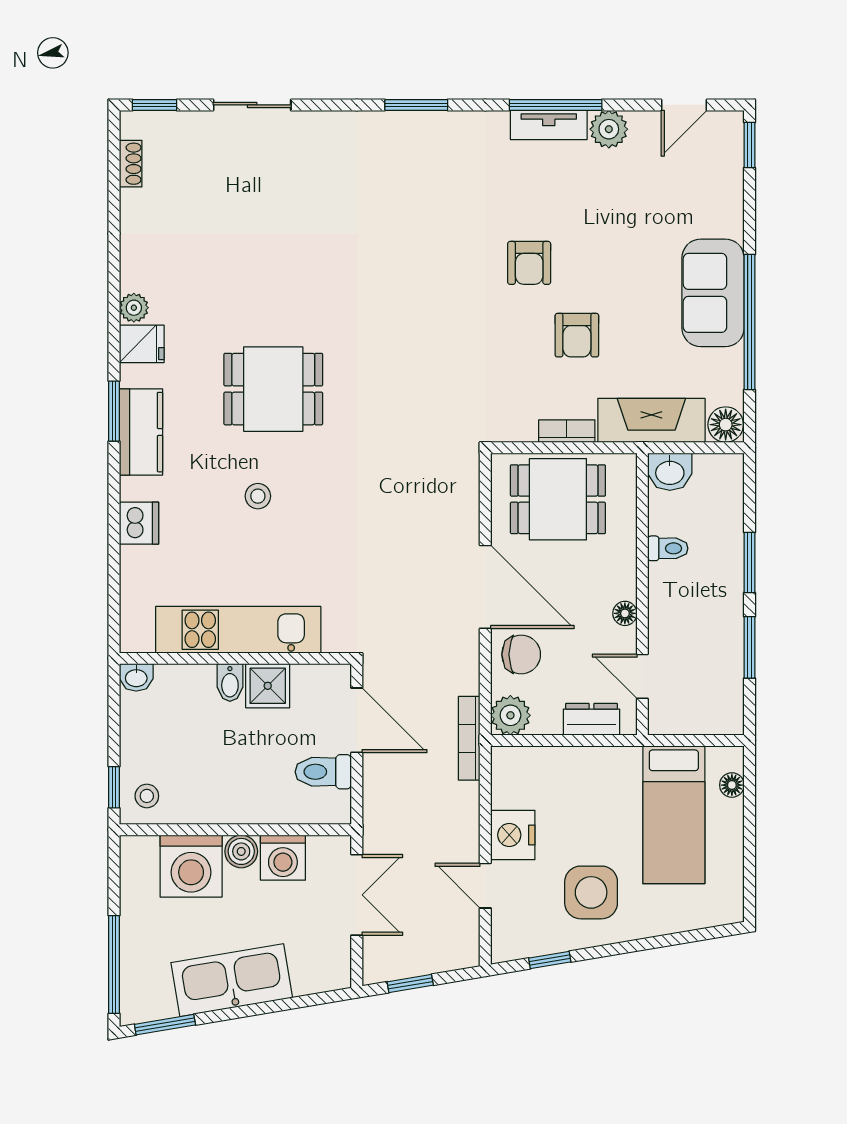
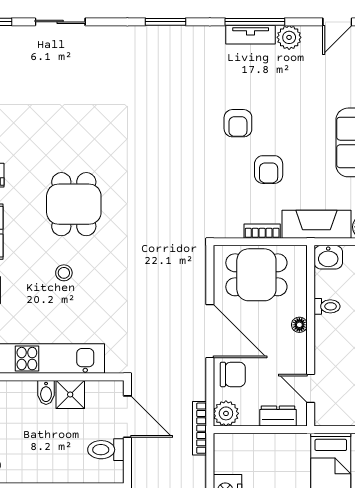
dining table: (273, 389) -> (74, 204), turned 90
floor lamp: (625, 613) -> (299, 325), moved

